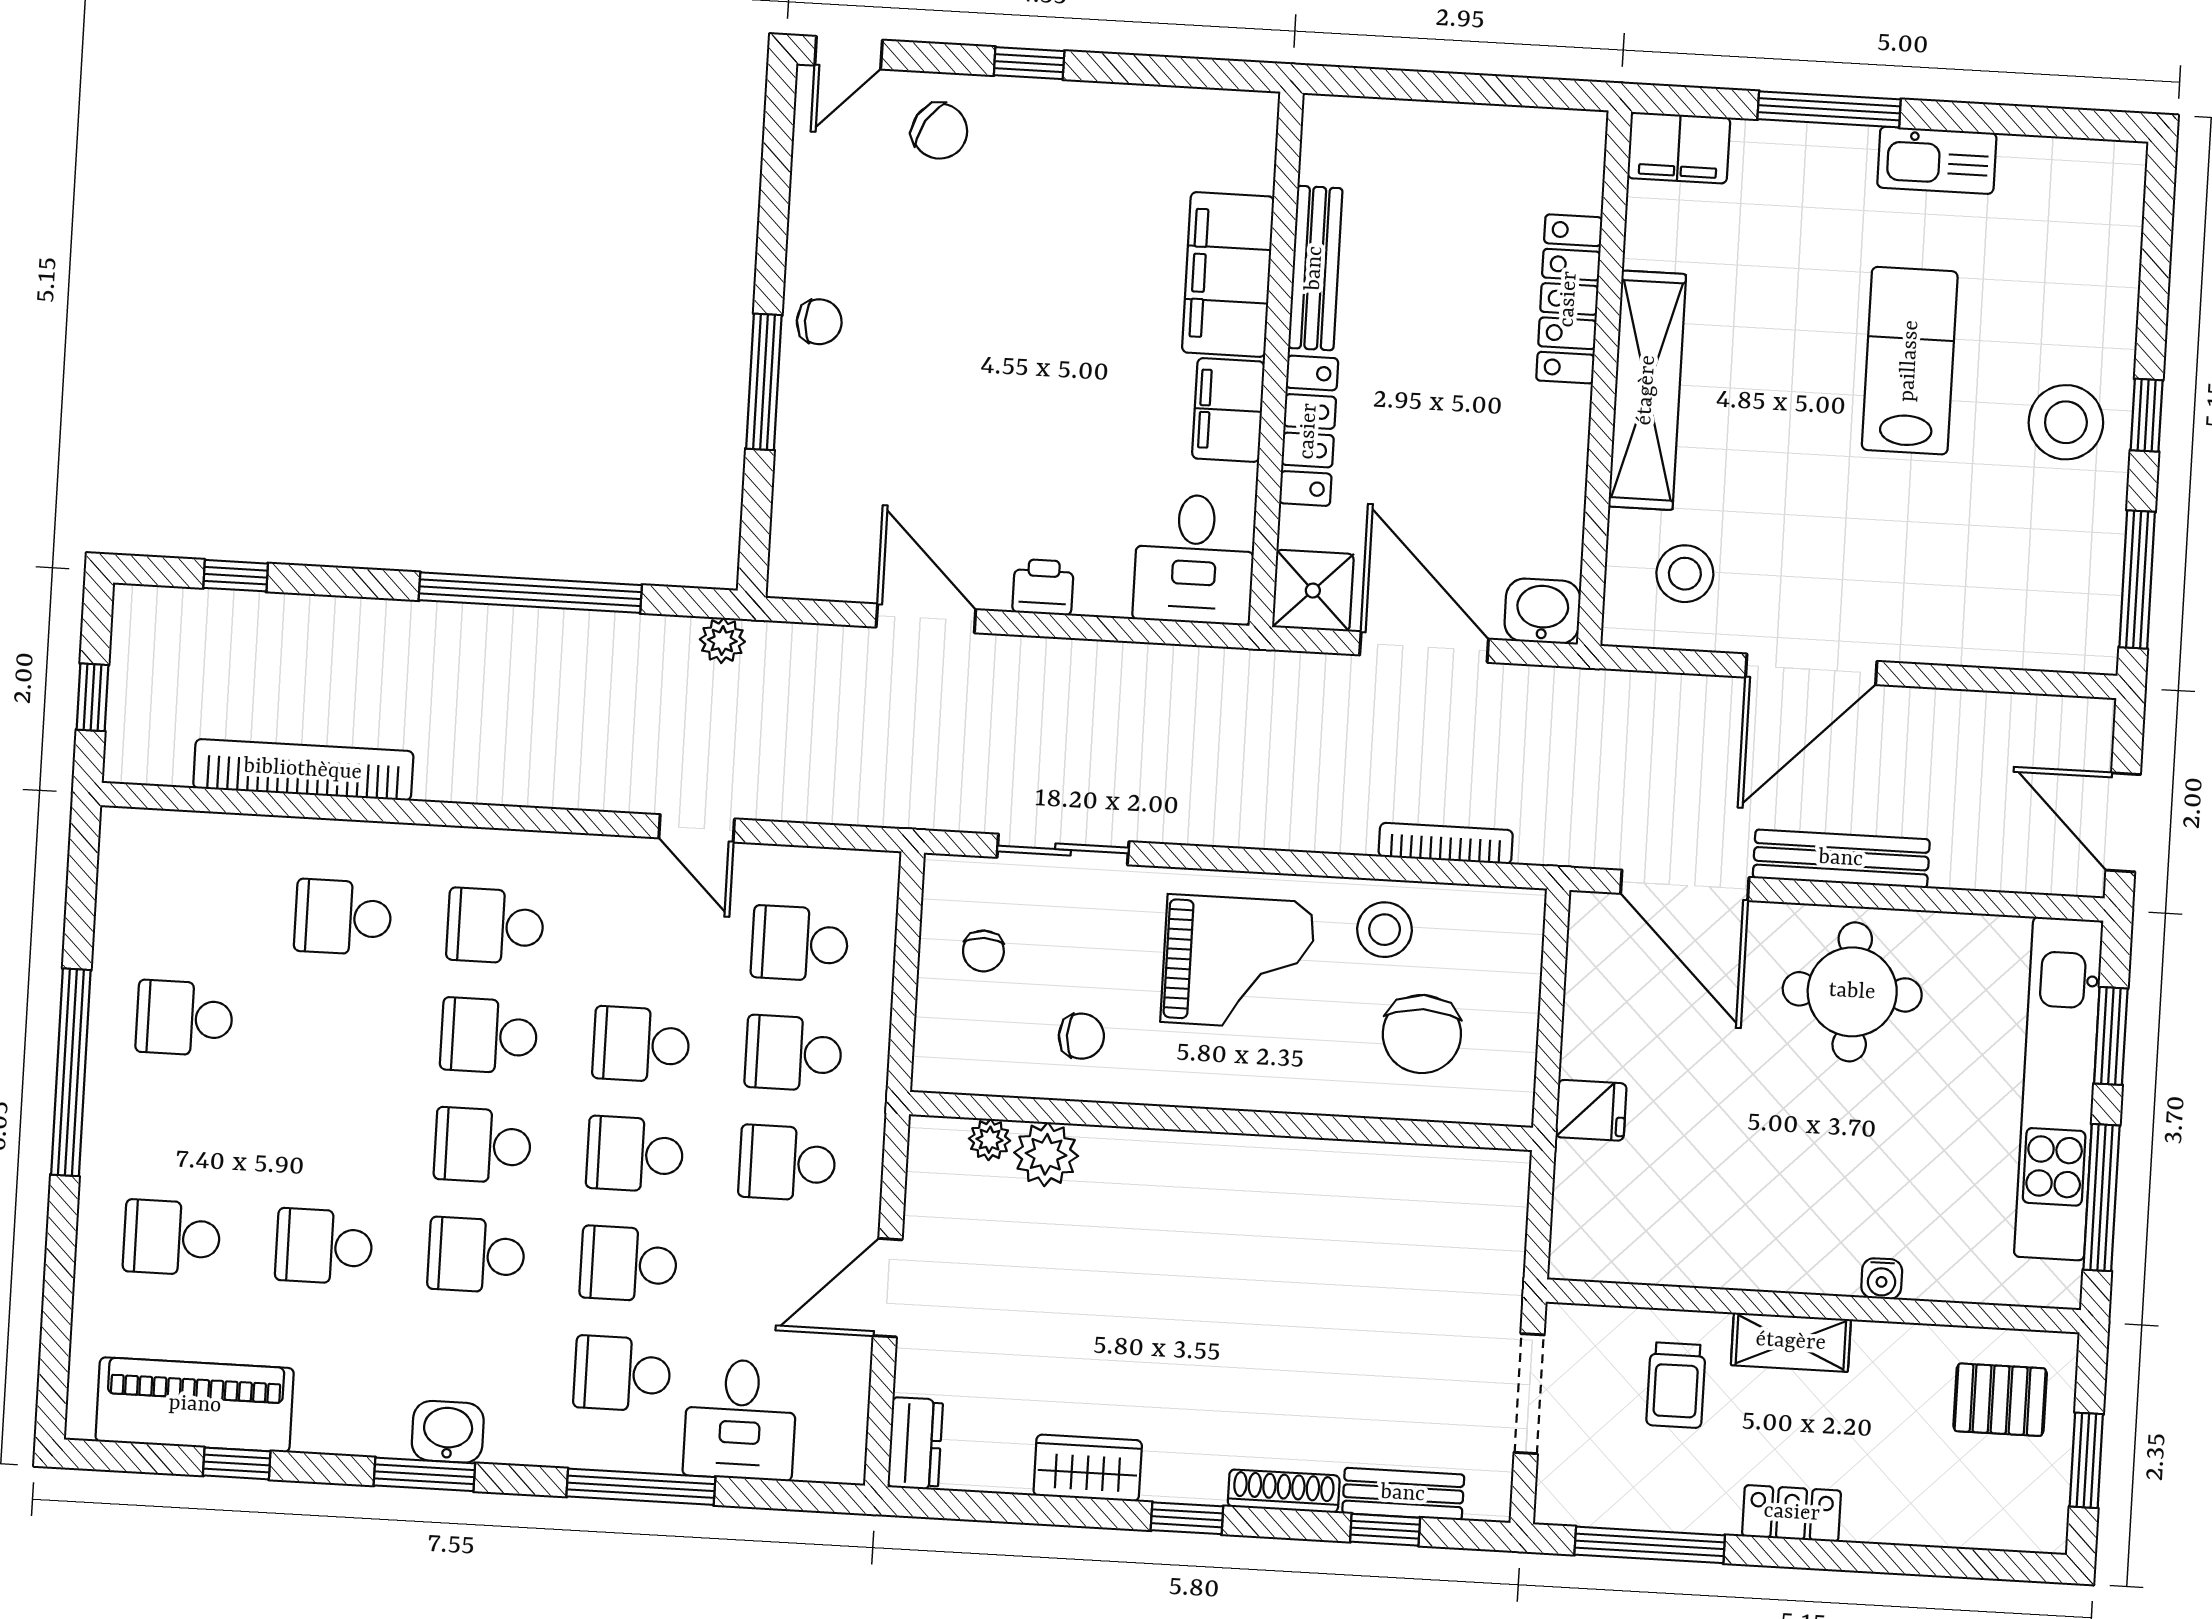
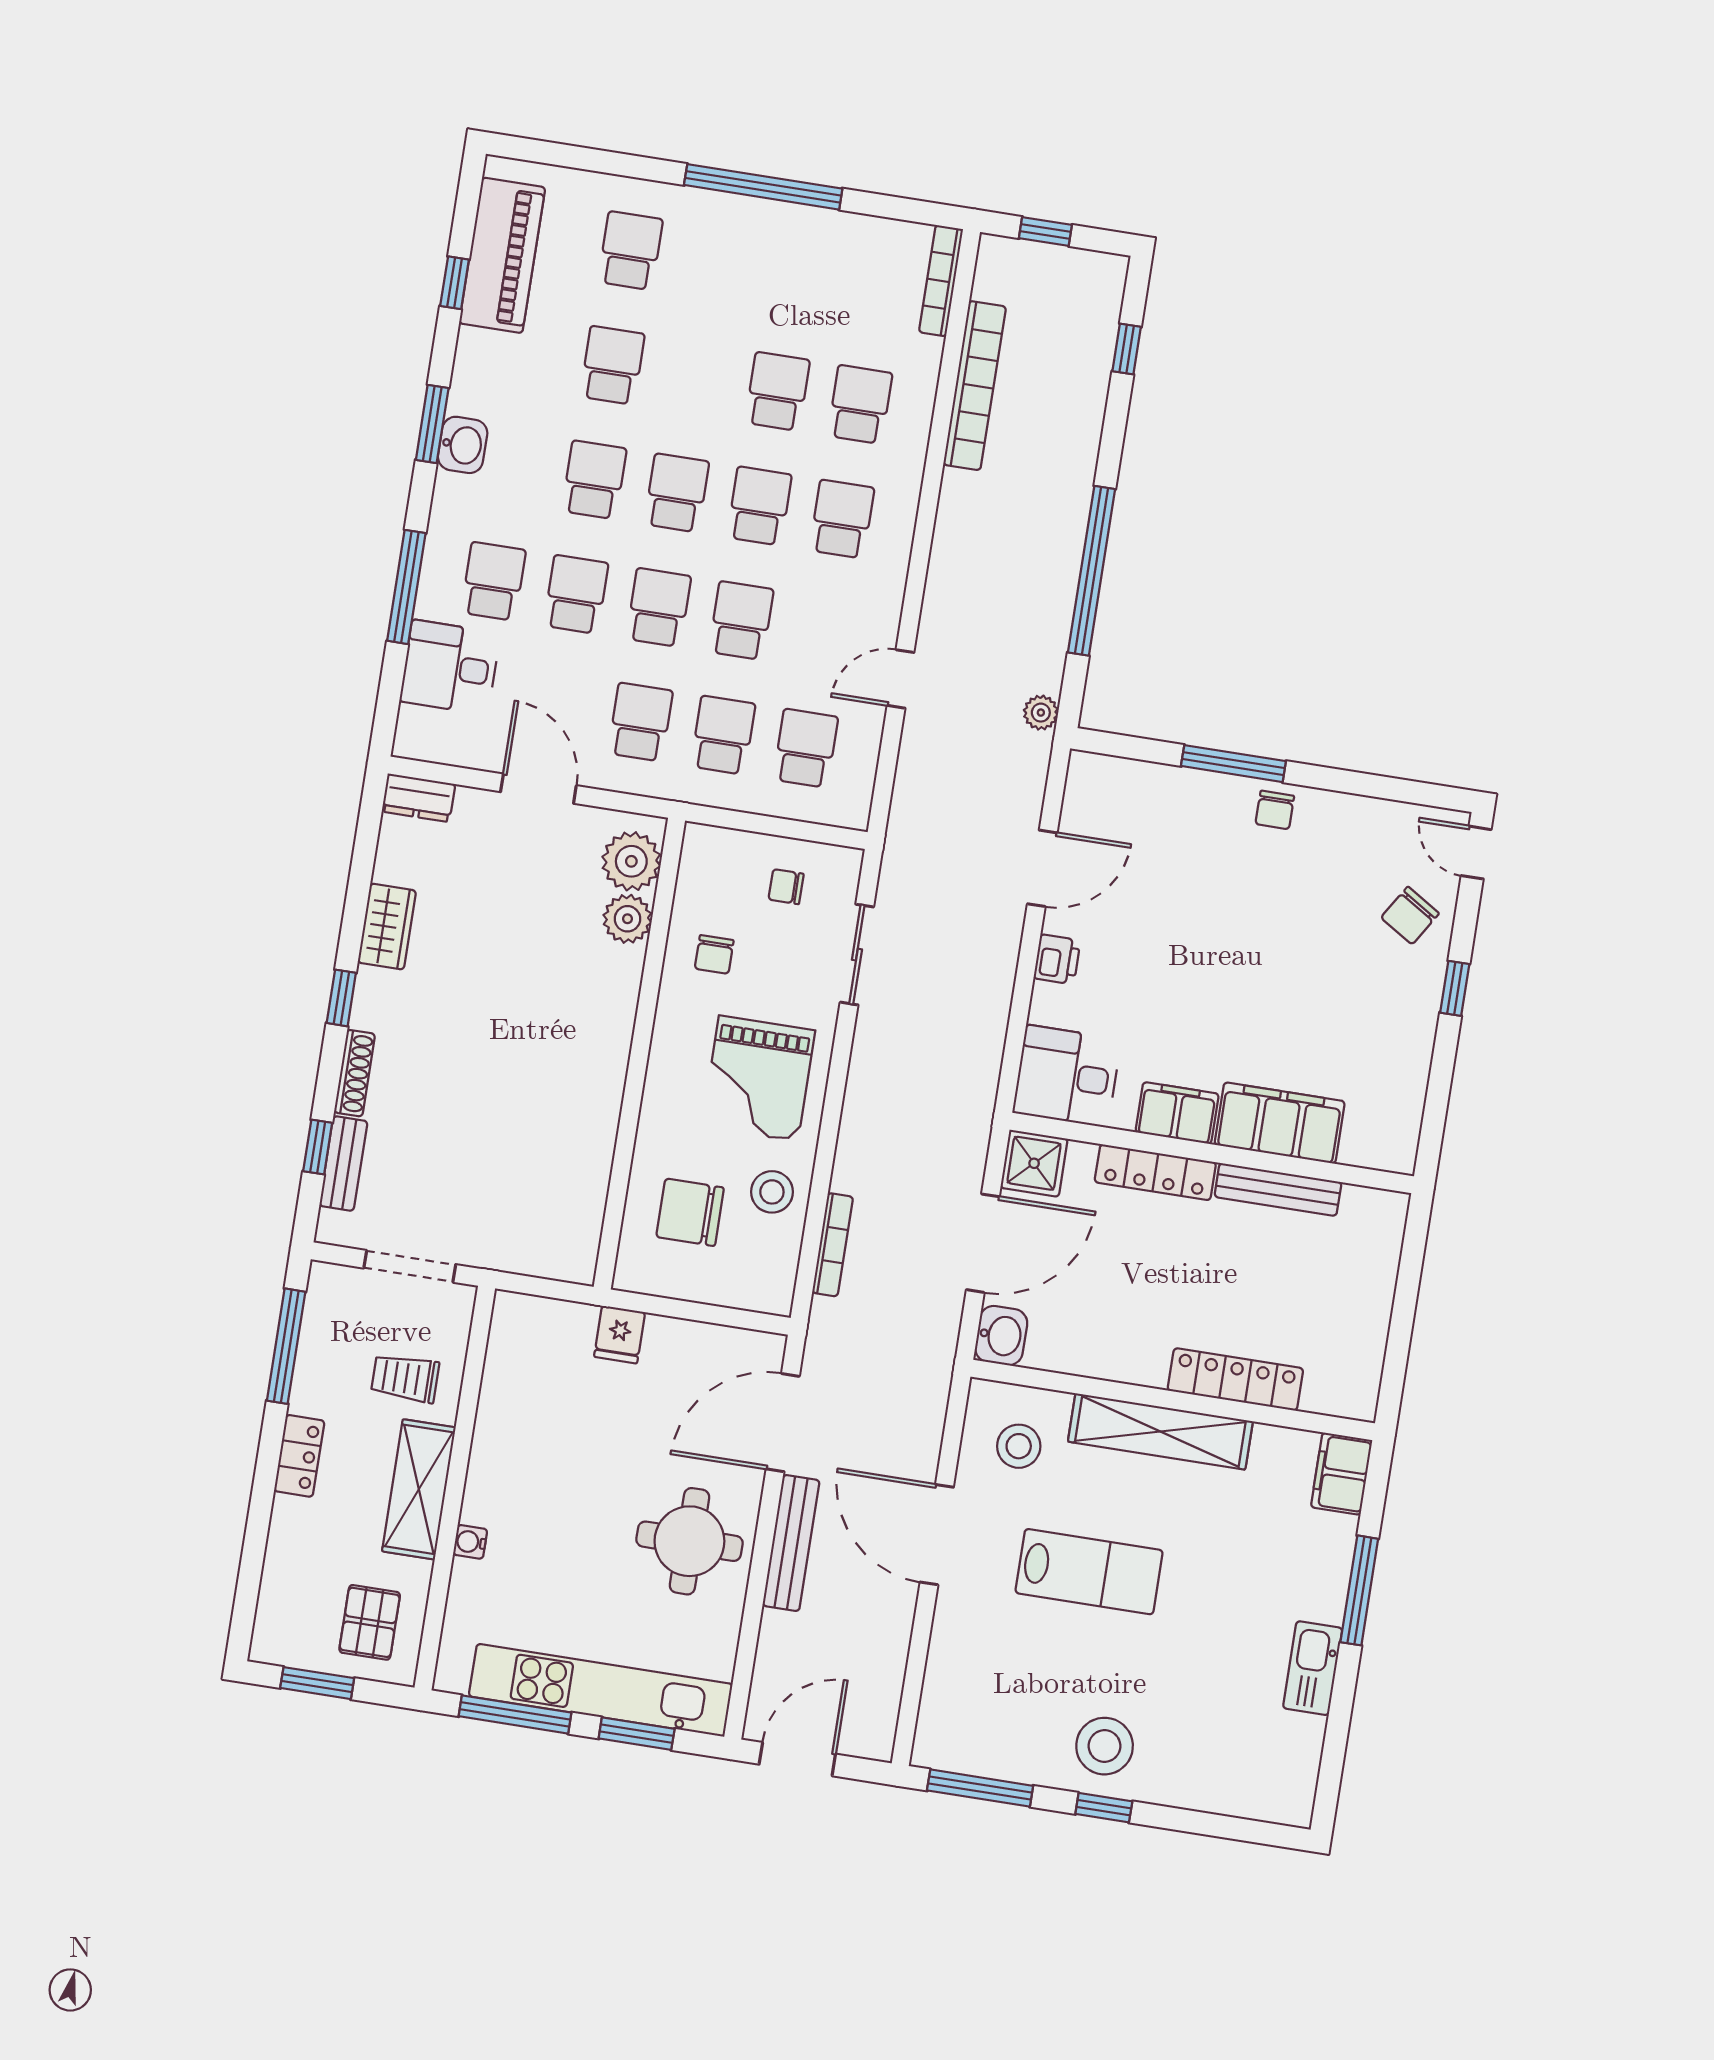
lab bench: (1910, 361) -> (1089, 1572), moved
bookcase: (171, 828) -> (941, 281), added
school desk: (184, 1018) -> (777, 391), moved
plant: (990, 1140) -> (631, 861), width x1.88, depth x1.88
shelving: (1791, 1342) -> (419, 1489), width x1.50, depth x1.33

